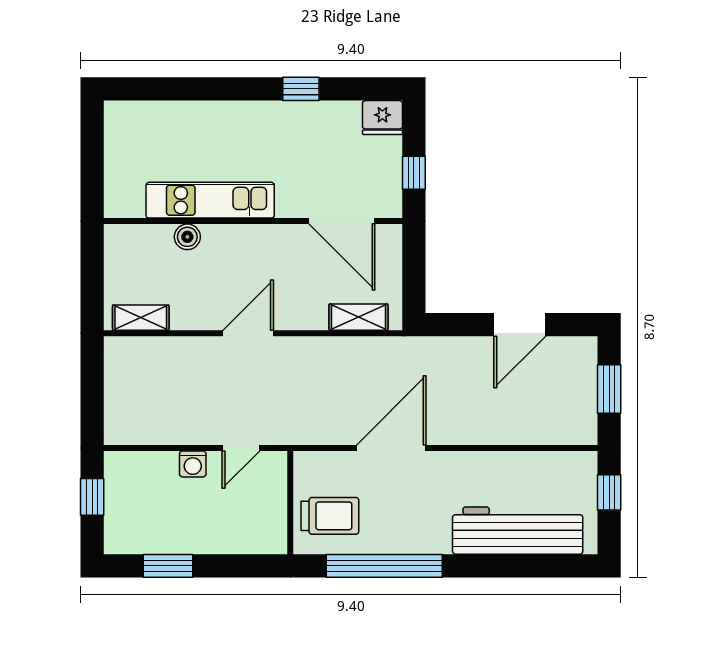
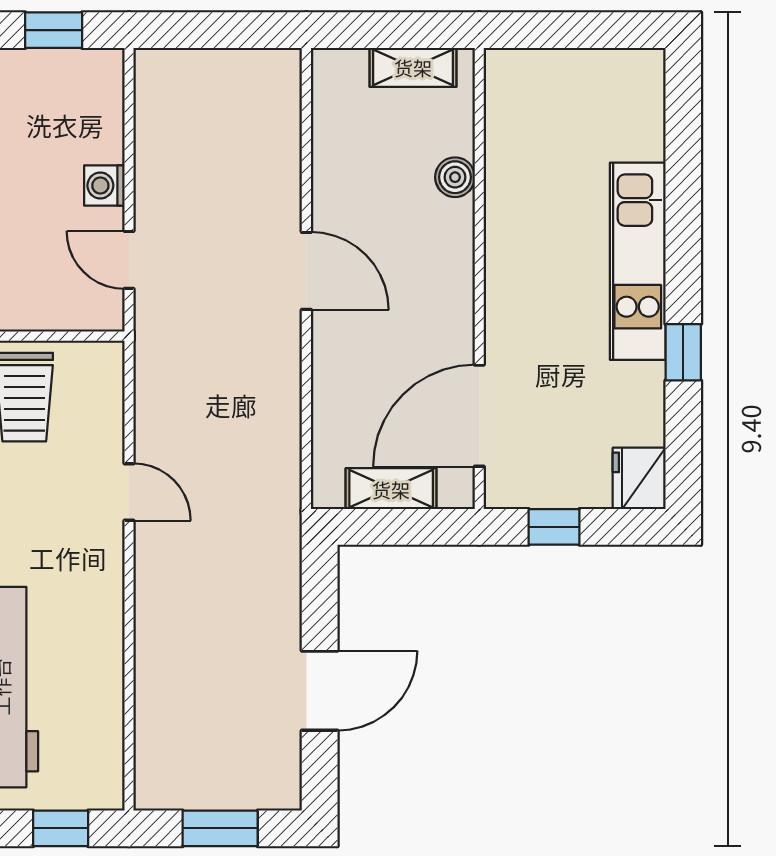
kitchen unit: (210, 200) -> (638, 261), moved, turned 180
shelving: (358, 317) -> (391, 489), moved, turned 90
shelving: (141, 318) -> (413, 67), moved, turned 90
door: (520, 325) -> (320, 691), swing flipped
door: (391, 448) -> (129, 492), width x0.53

